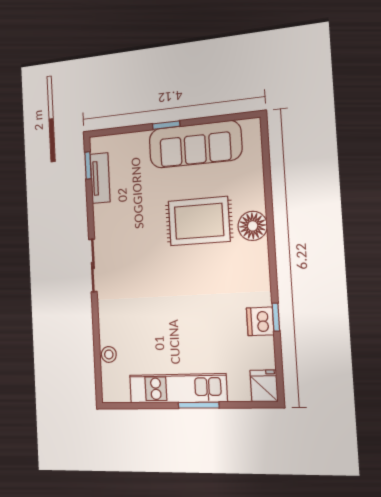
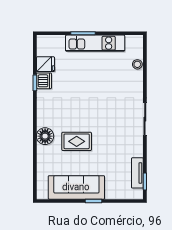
rug: (199, 221) -> (77, 141), width x0.73, depth x0.70
fridge: (264, 386) -> (46, 64), moved, turned -90

